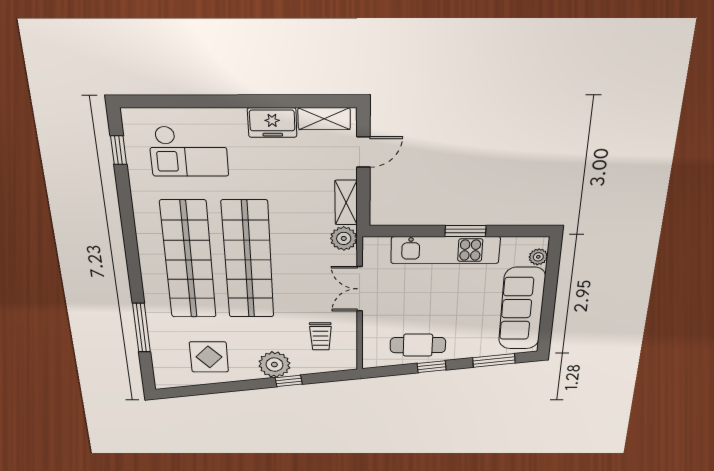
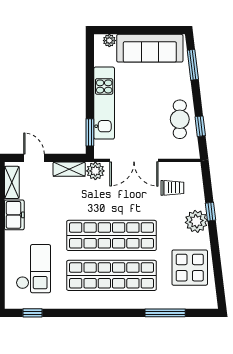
window: (465, 231) -> (90, 132), moved
double door: (360, 289) -> (134, 160), width x1.37
display table: (209, 357) -> (190, 268), width x1.36, depth x1.36
window: (432, 367) -> (200, 126), moved

